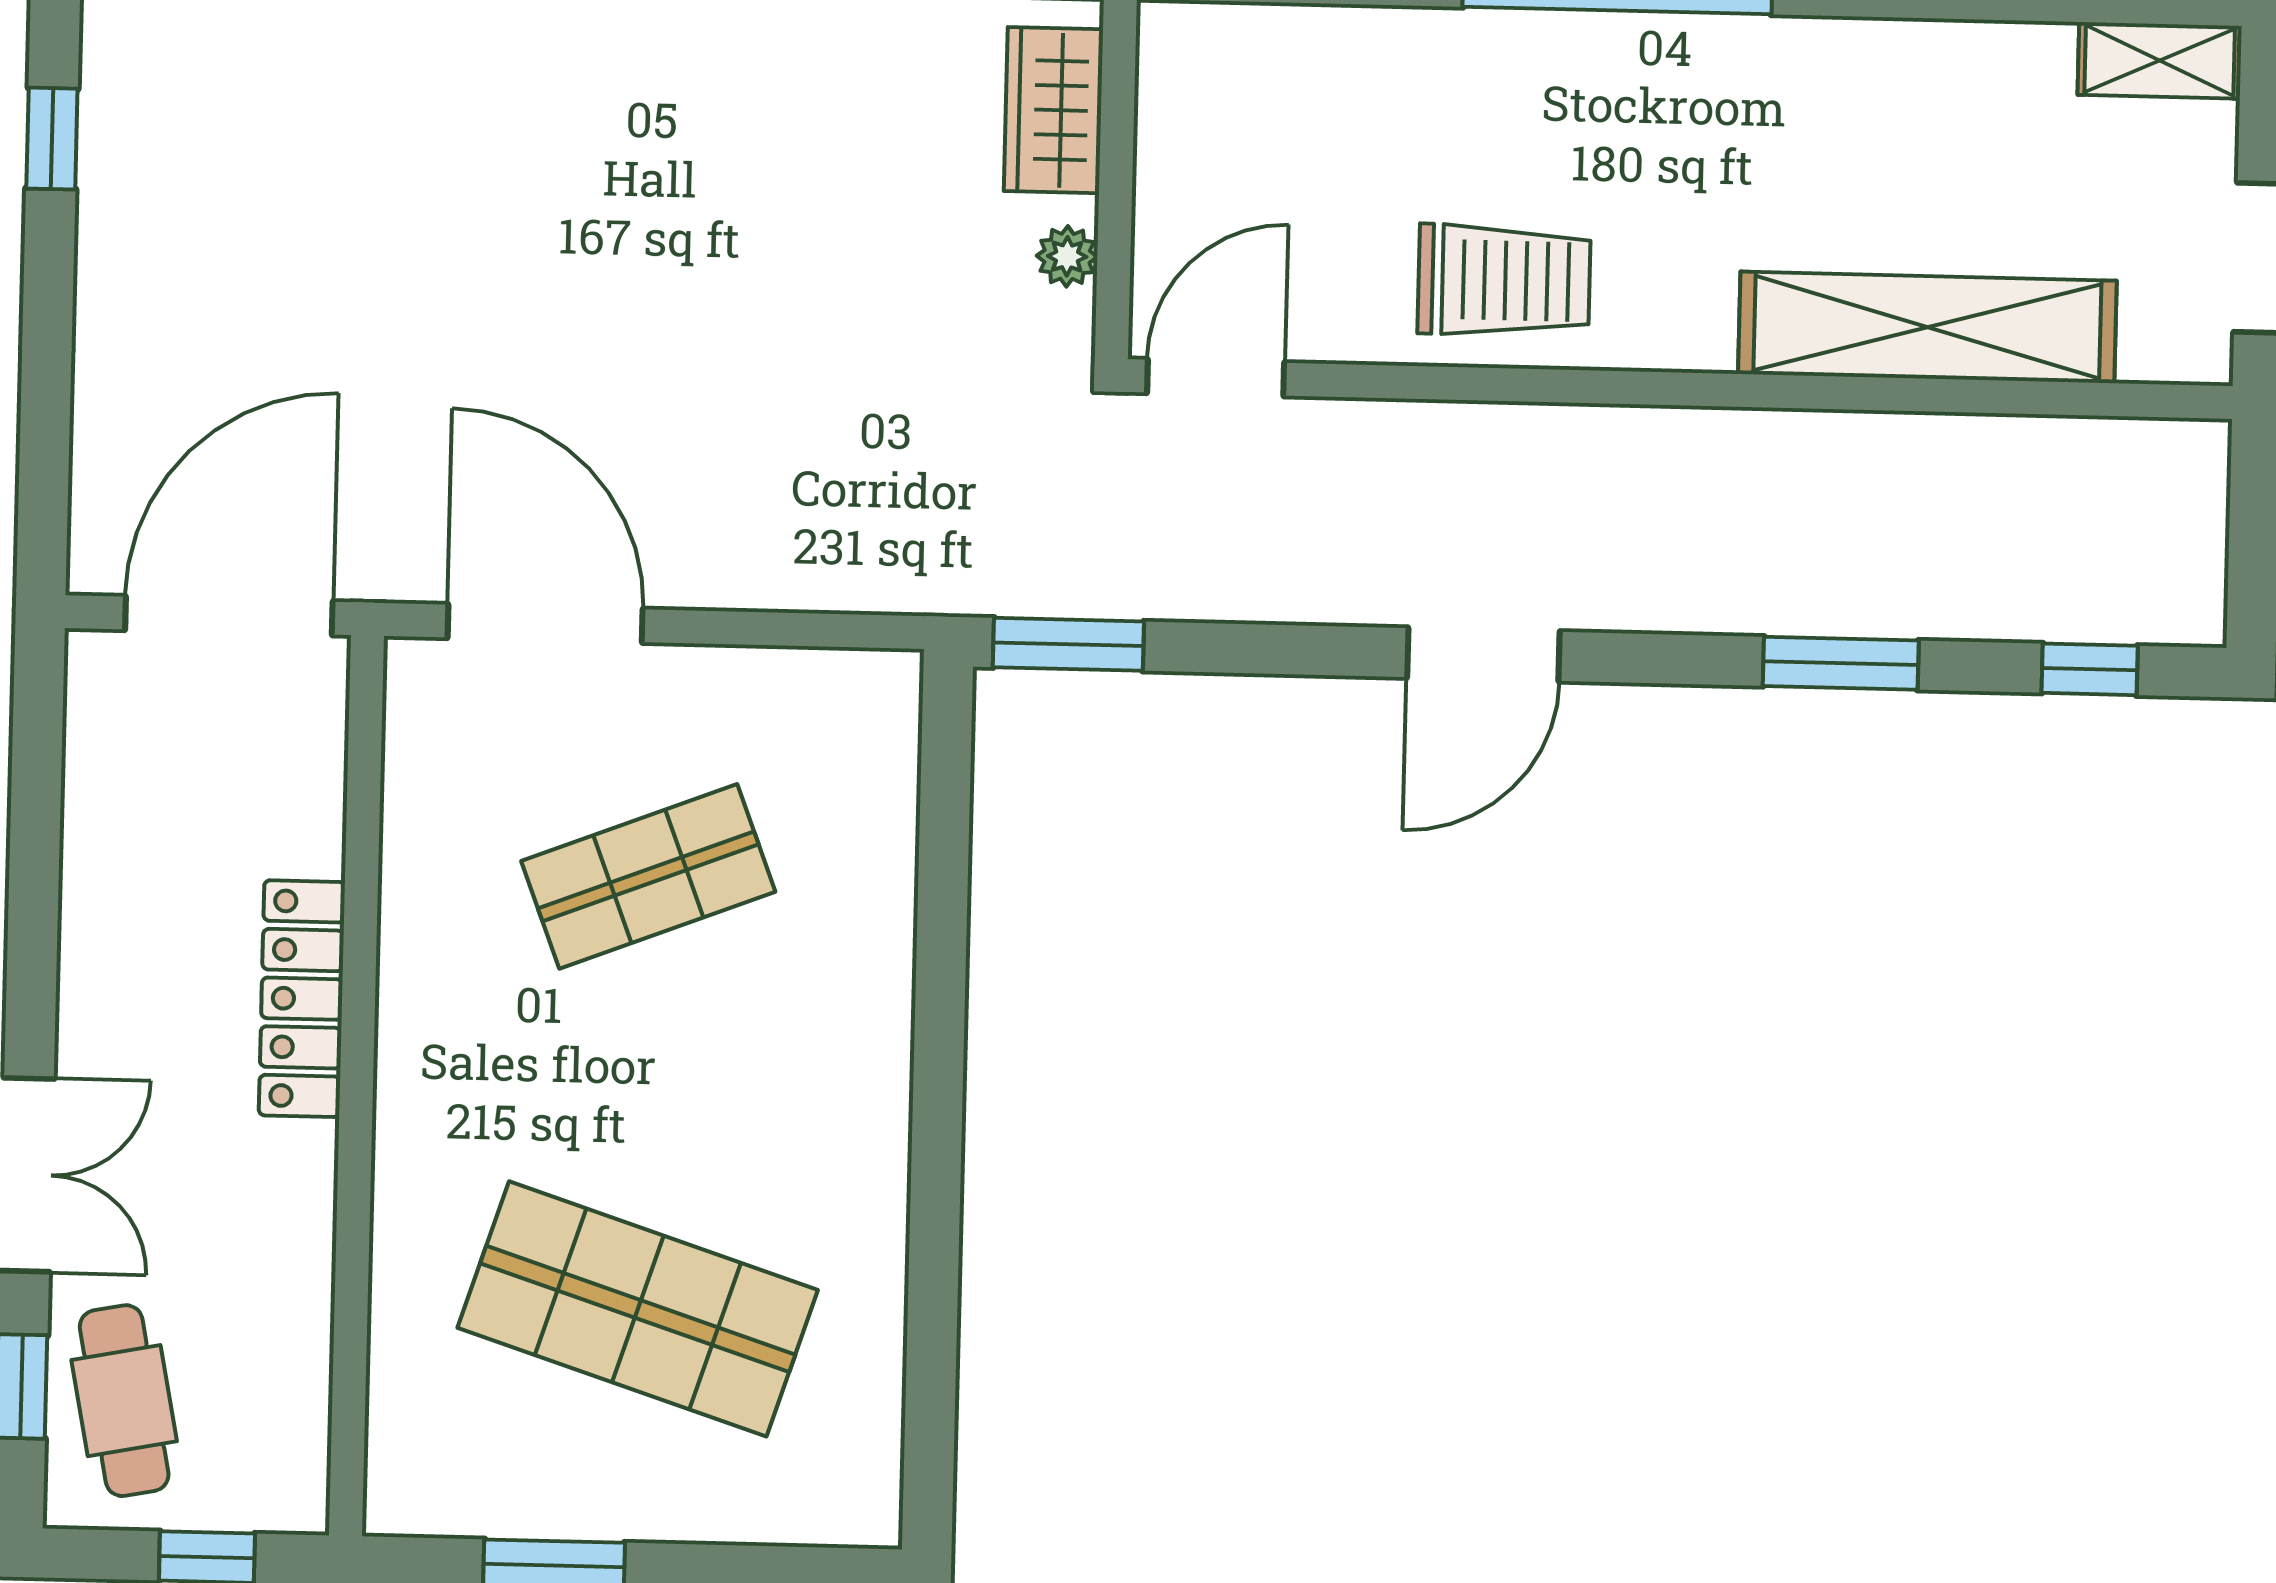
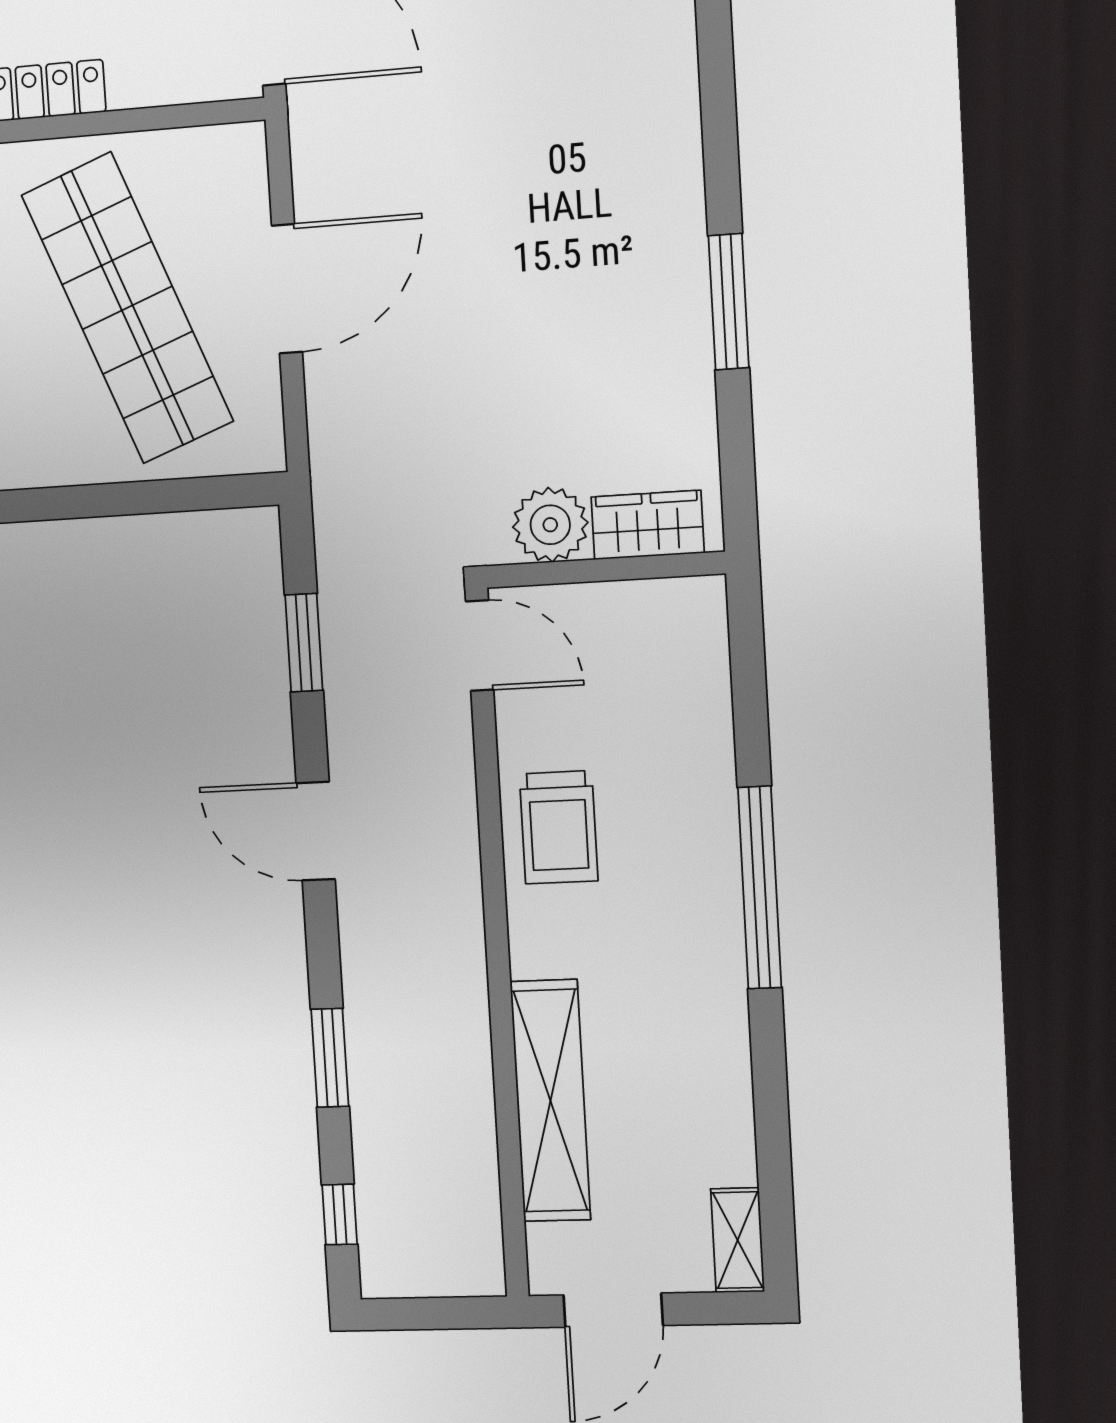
plant: (1067, 256) -> (550, 525), width x1.88, depth x1.88
door: (545, 623) -> (287, 289), moved
window: (1068, 644) -> (304, 643), moved
shop shelf: (648, 876) -> (127, 308), width x2.00, depth x1.36

